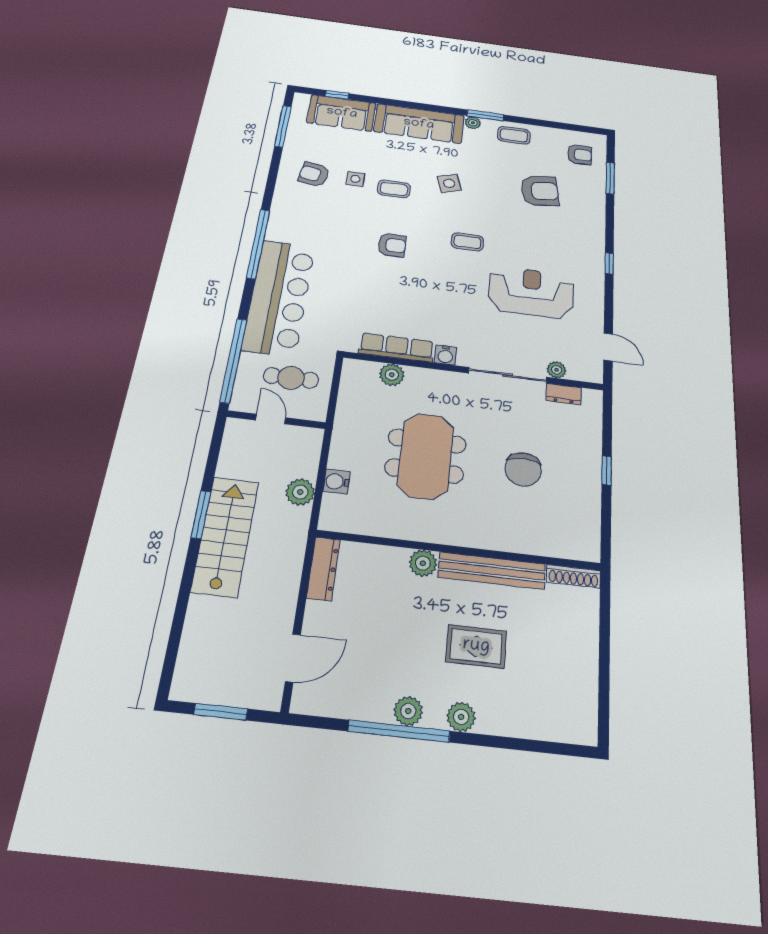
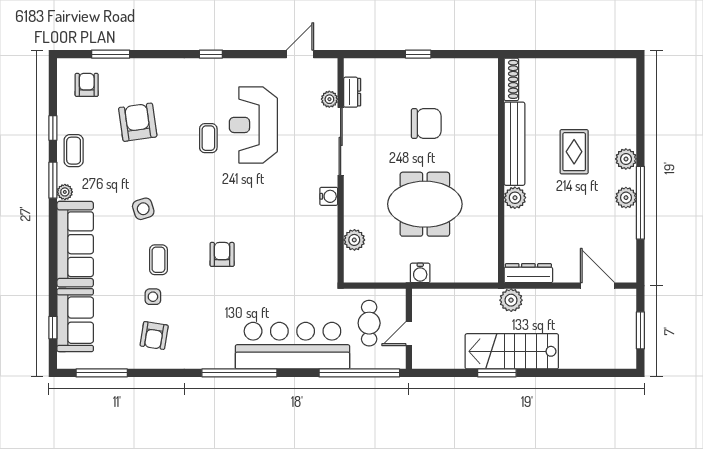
window: (538, 122) -> (53, 128), added
coffee table: (467, 242) -> (208, 138), moved
row of seats: (397, 347) -> (327, 239), removed
water cooler: (336, 482) -> (420, 273), moved
plant: (300, 492) -> (511, 300), moved

